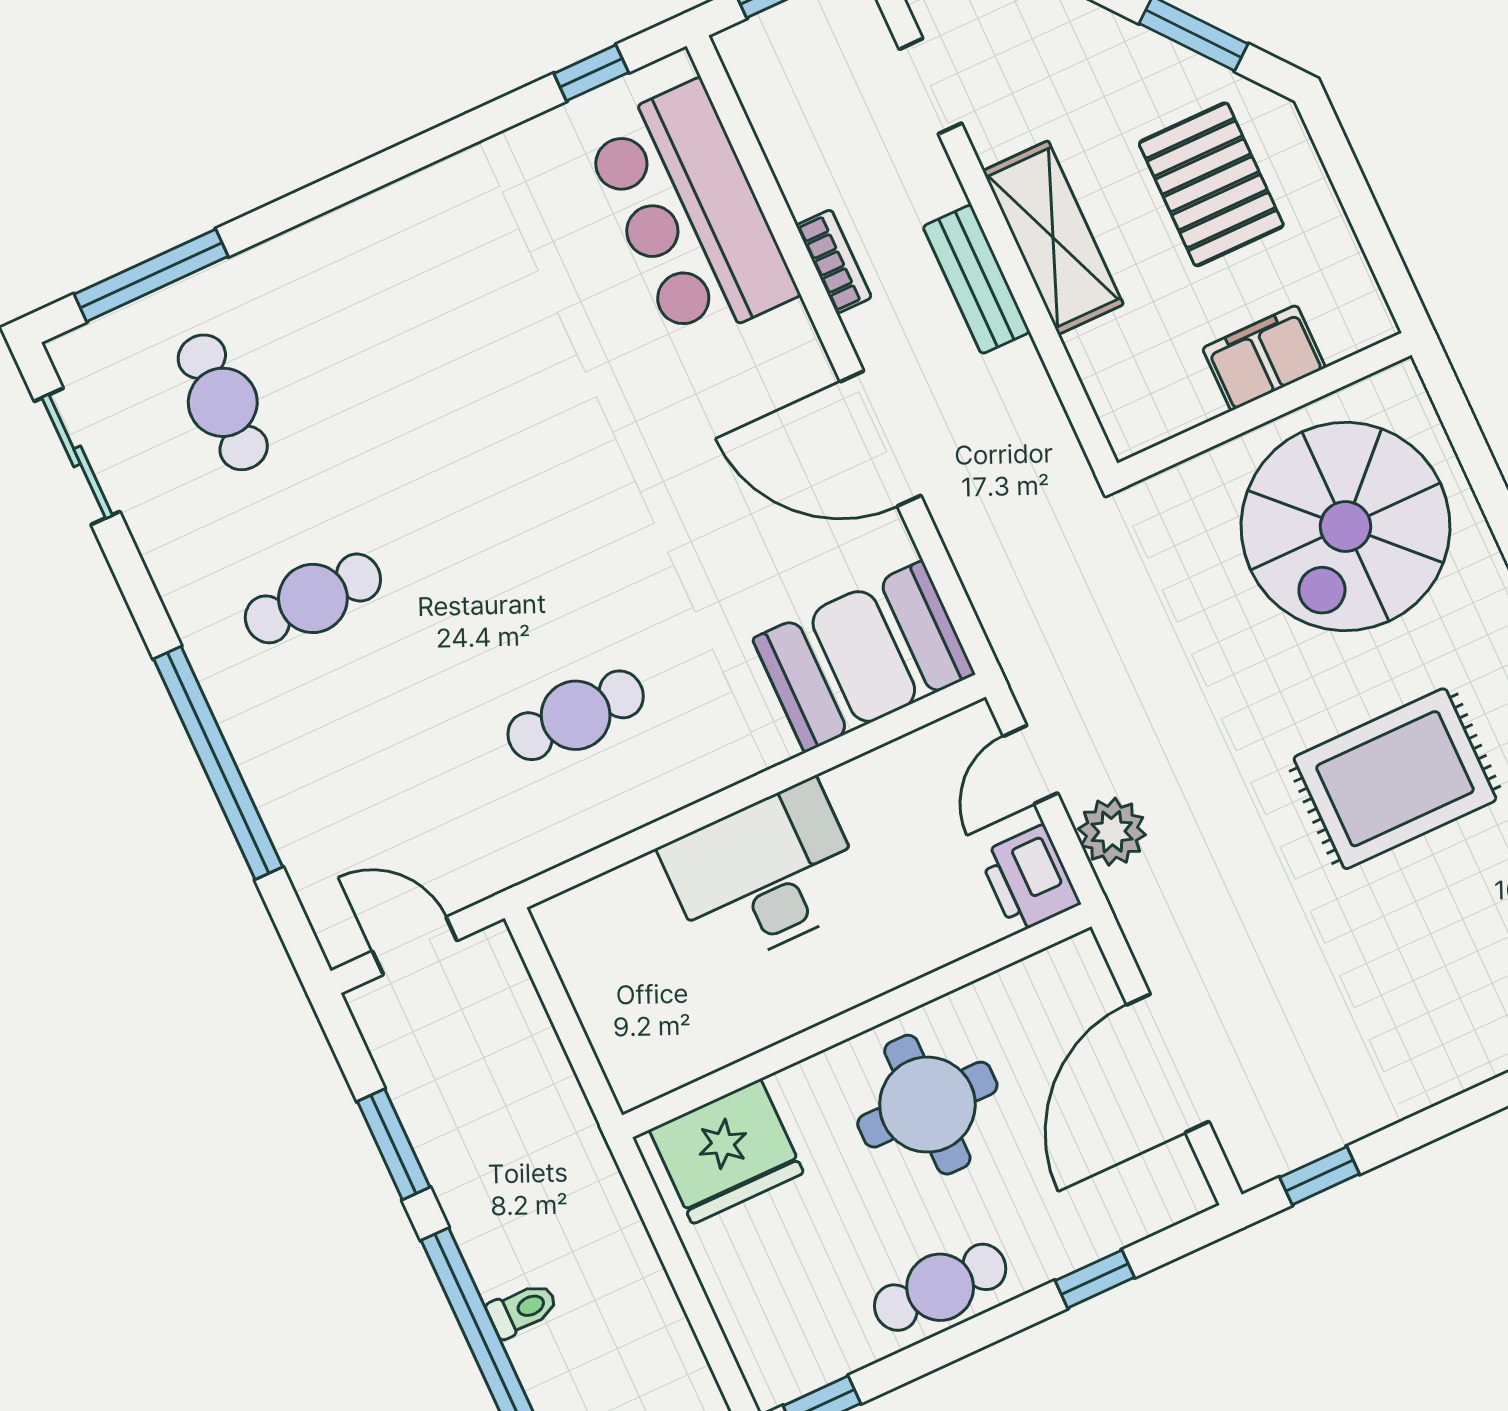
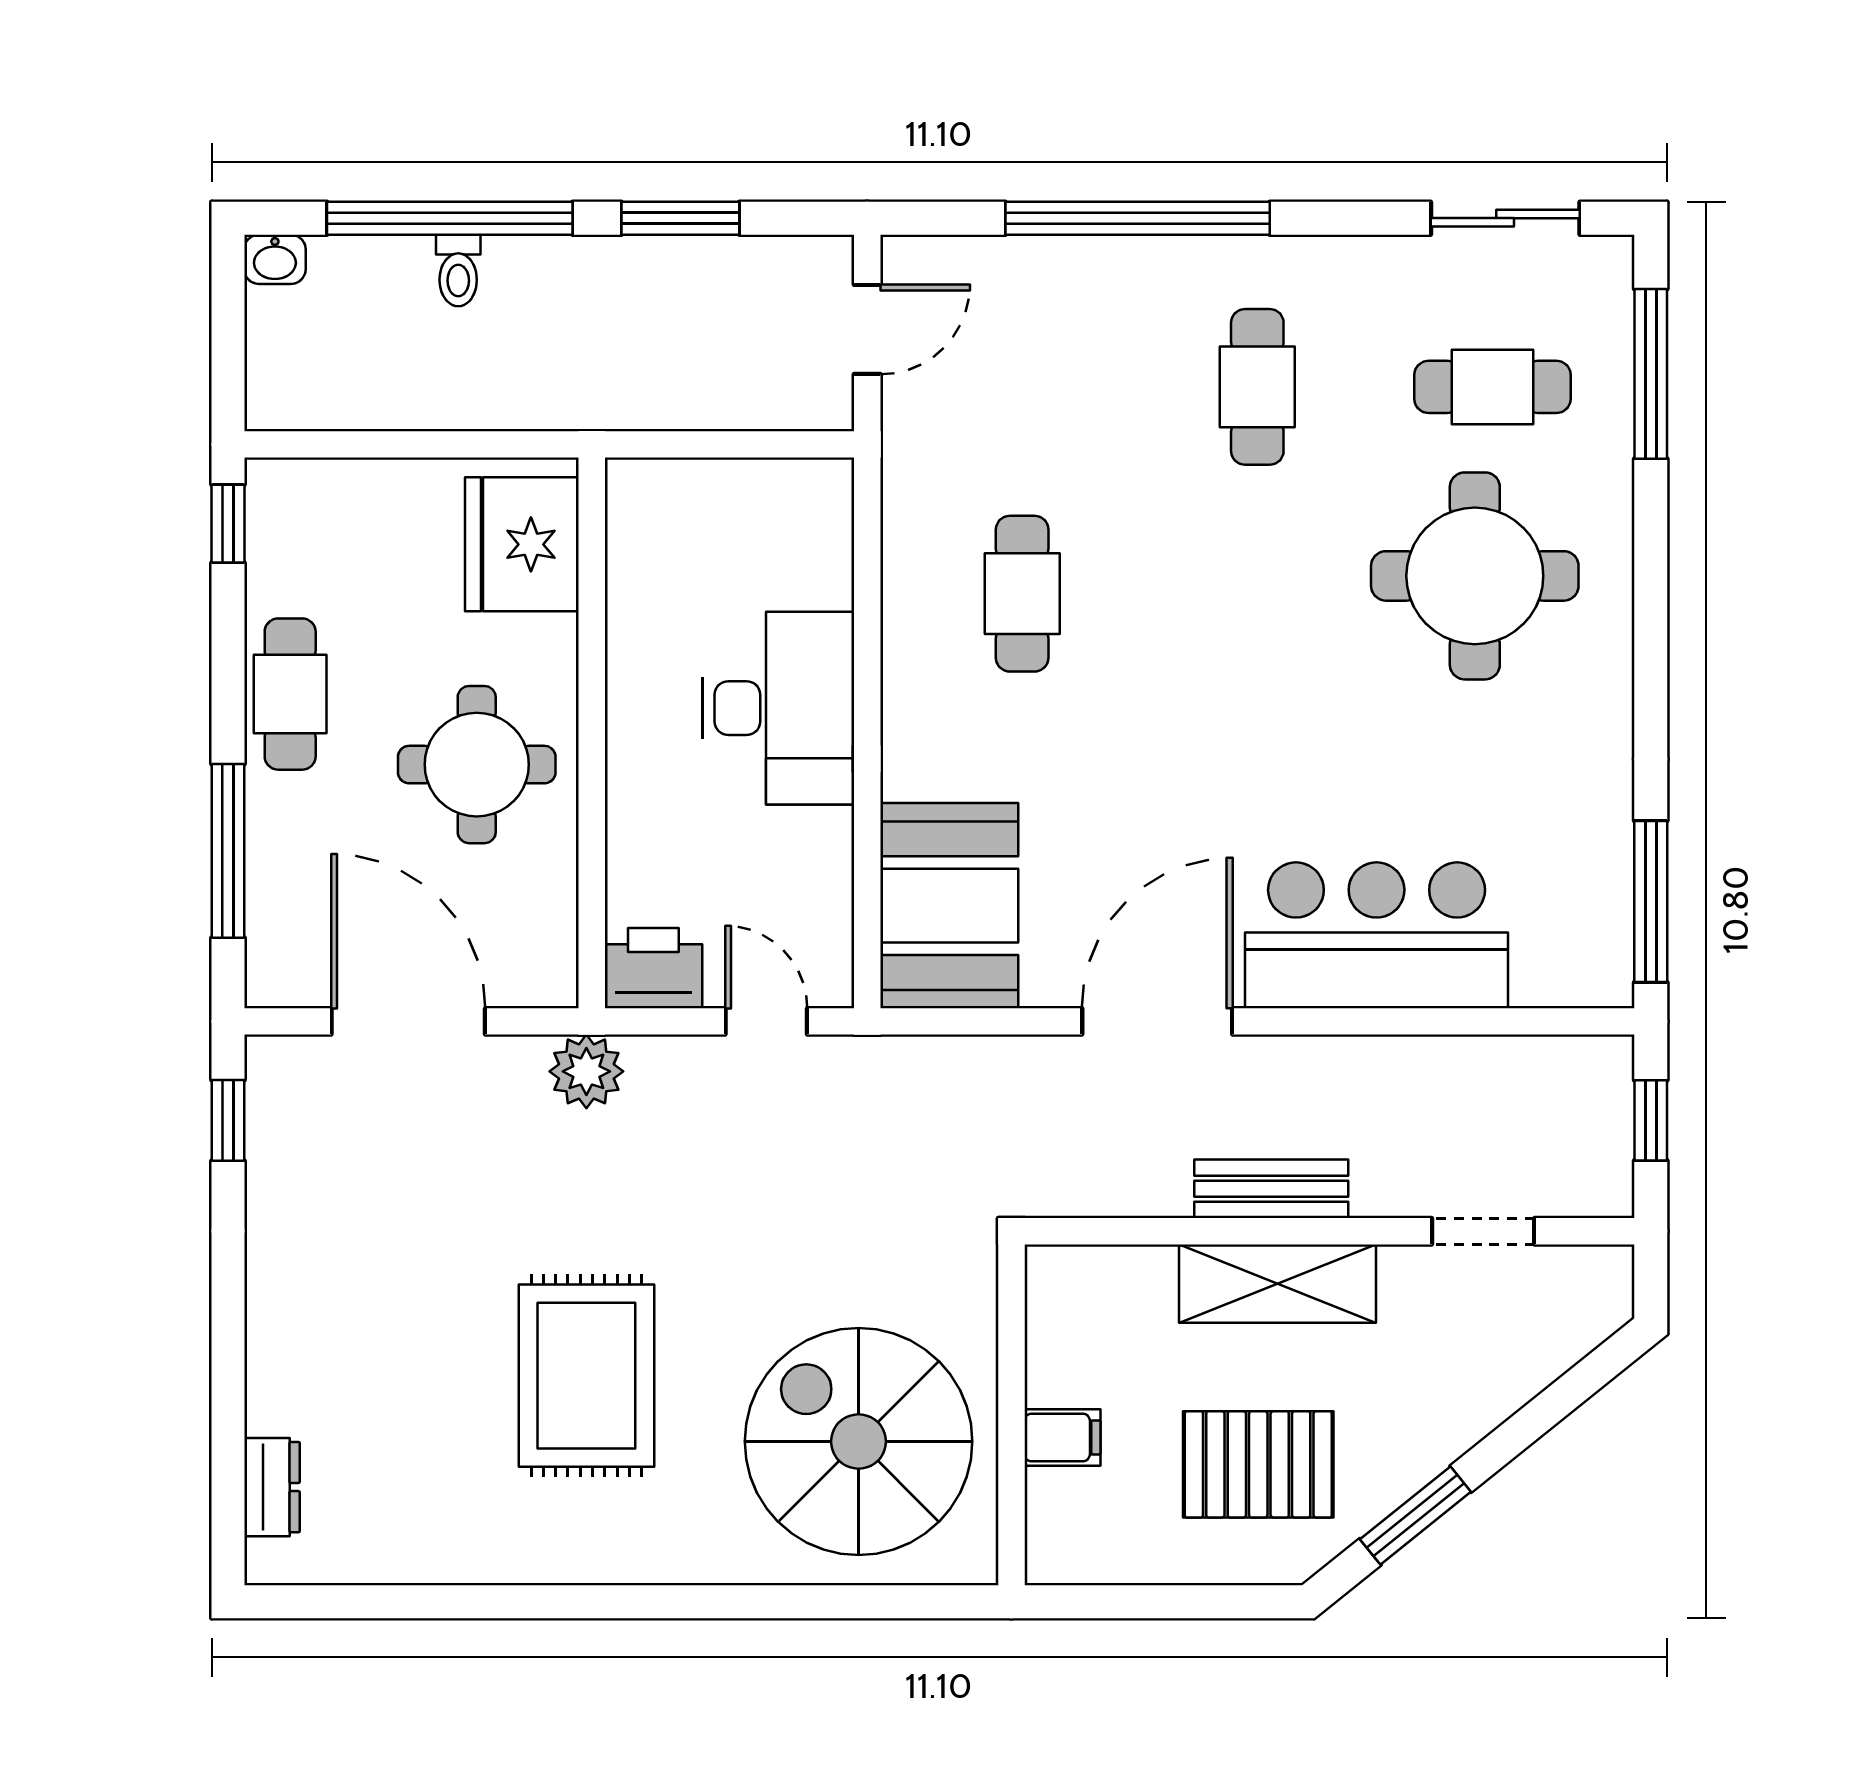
window: (591, 73) -> (1651, 901), width x2.17
bar counter: (690, 214) -> (1377, 935), moved
bookcase: (834, 261) -> (1354, 1056), removed
round table: (387, 345) -> (1475, 576), added
filing cabinet: (1264, 358) -> (1062, 1438), width x0.50
plant: (1112, 832) -> (586, 1071), moved
window: (1095, 1279) -> (228, 851), width x2.17

